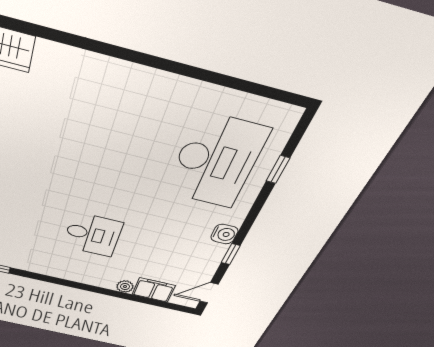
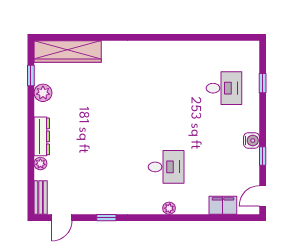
desk: (216, 161) -> (224, 88), width x0.53, depth x0.77
plant: (125, 287) -> (169, 208), moved

